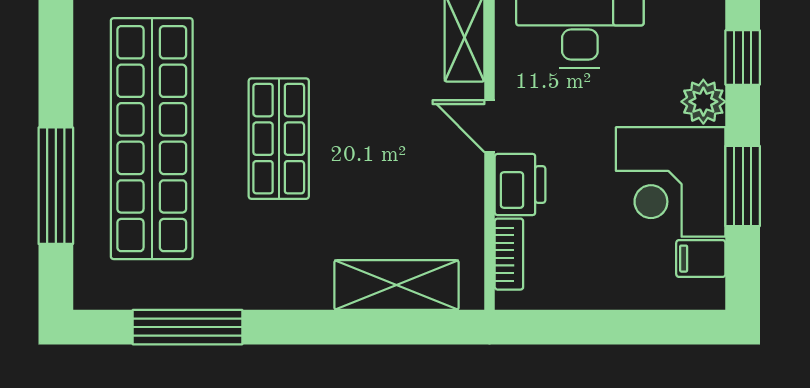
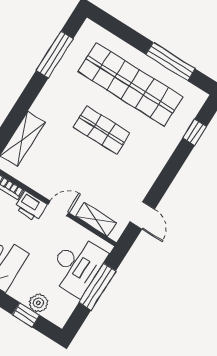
plant: (703, 102) -> (38, 303), moved
window: (56, 186) -> (170, 62), moved

